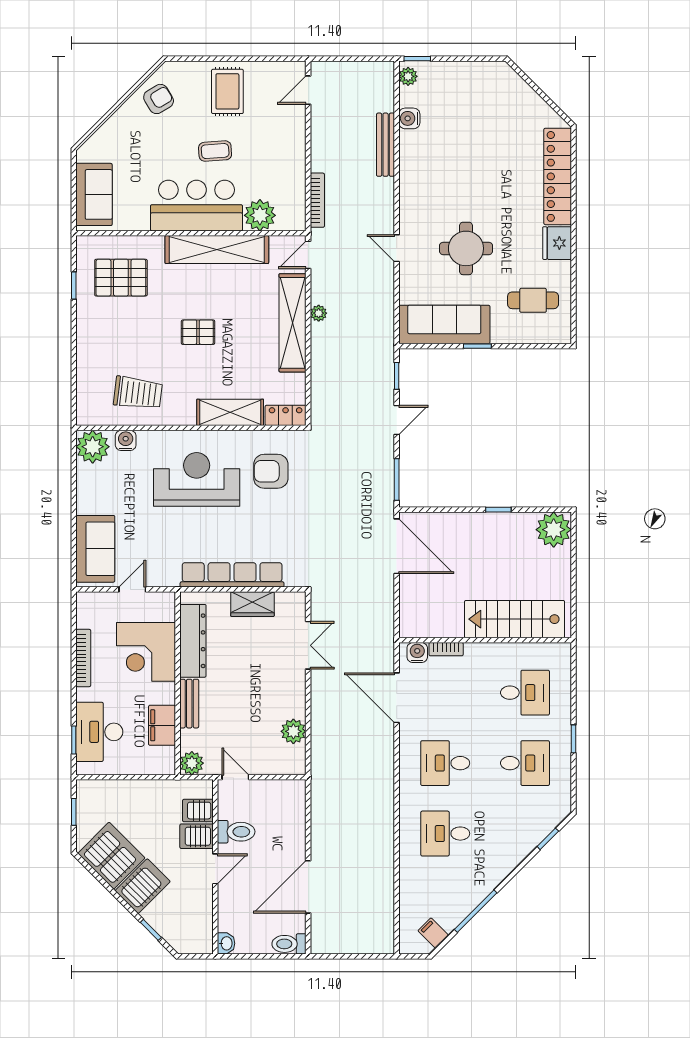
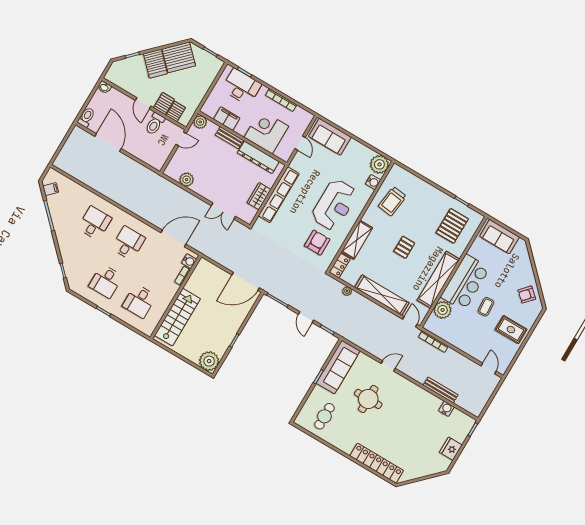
plant: (408, 76) -> (467, 420), removed
armchair: (159, 99) -> (527, 295), turned 73
fridge: (557, 243) -> (451, 449), moved, turned -90
plant: (319, 313) -> (347, 291), moved

